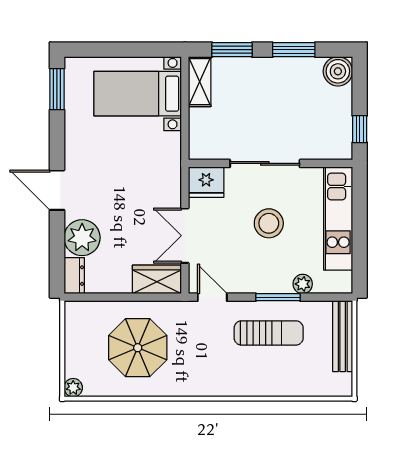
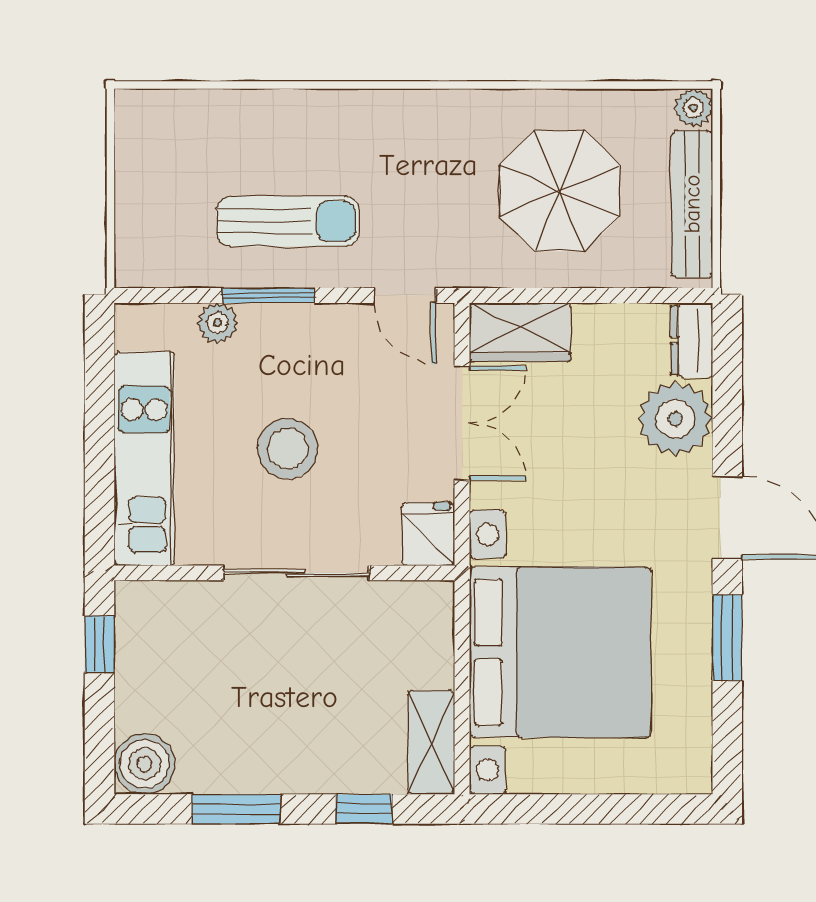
window: (232, 50) -> (364, 809), width x0.67
window: (57, 89) -> (727, 638), moved
bed with nightstands: (138, 94) -> (560, 652), width x1.85
fridge: (206, 182) -> (428, 534), width x0.72
sun lounger: (269, 333) -> (288, 221), turned 180
bench: (343, 336) -> (692, 204), moved

